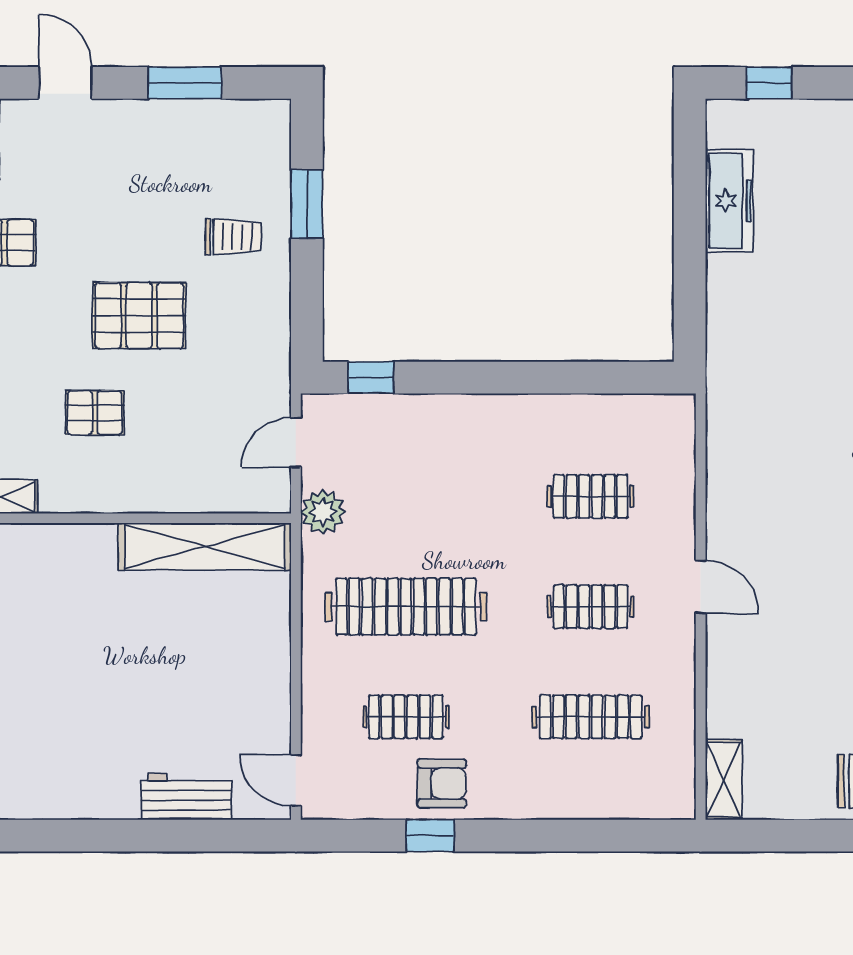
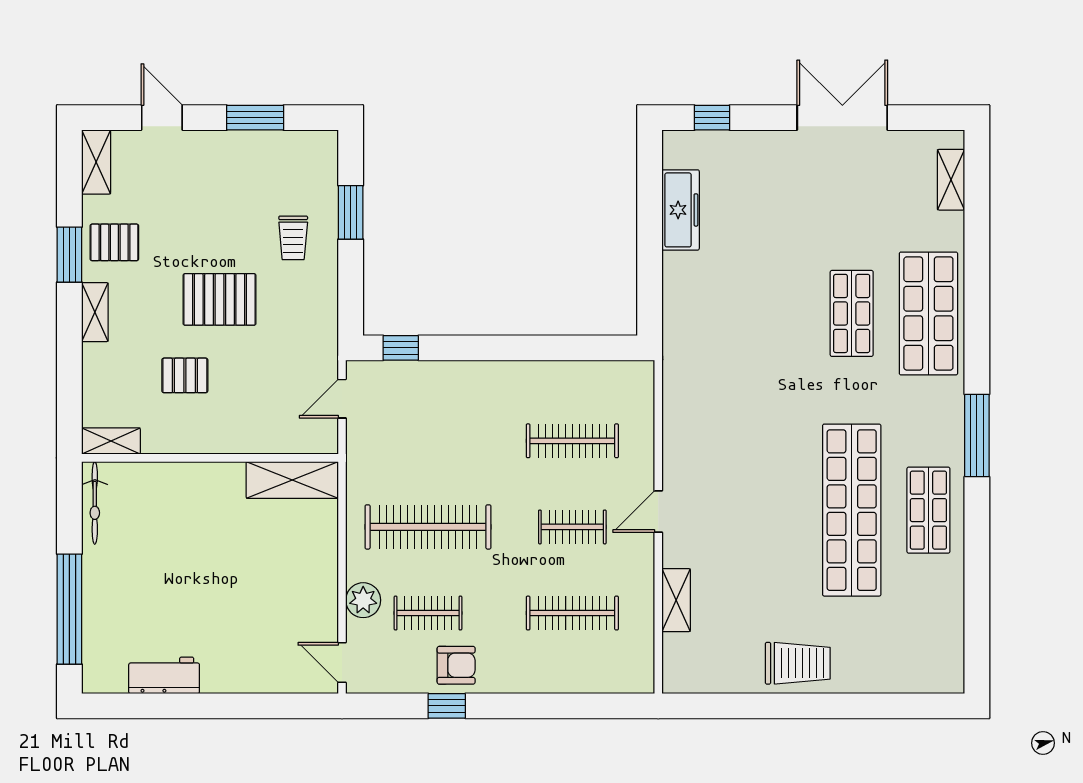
trolley: (233, 237) -> (293, 238), turned 90
clothes rail: (591, 496) -> (572, 441), width x1.36
plant: (323, 512) -> (363, 600), moved
shelving: (205, 547) -> (292, 480), width x0.68
door: (701, 587) -> (658, 512), swing flipped
shelving: (723, 780) -> (676, 600), moved
workbench: (186, 797) -> (164, 675), moved

